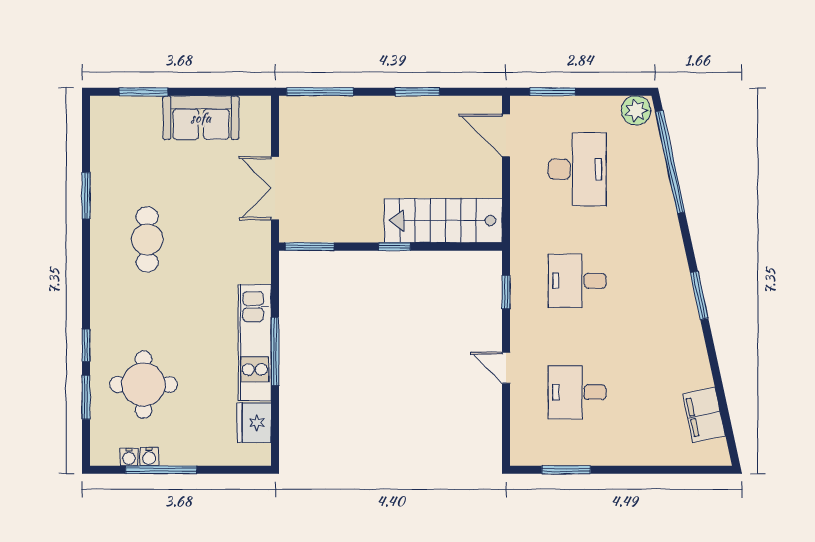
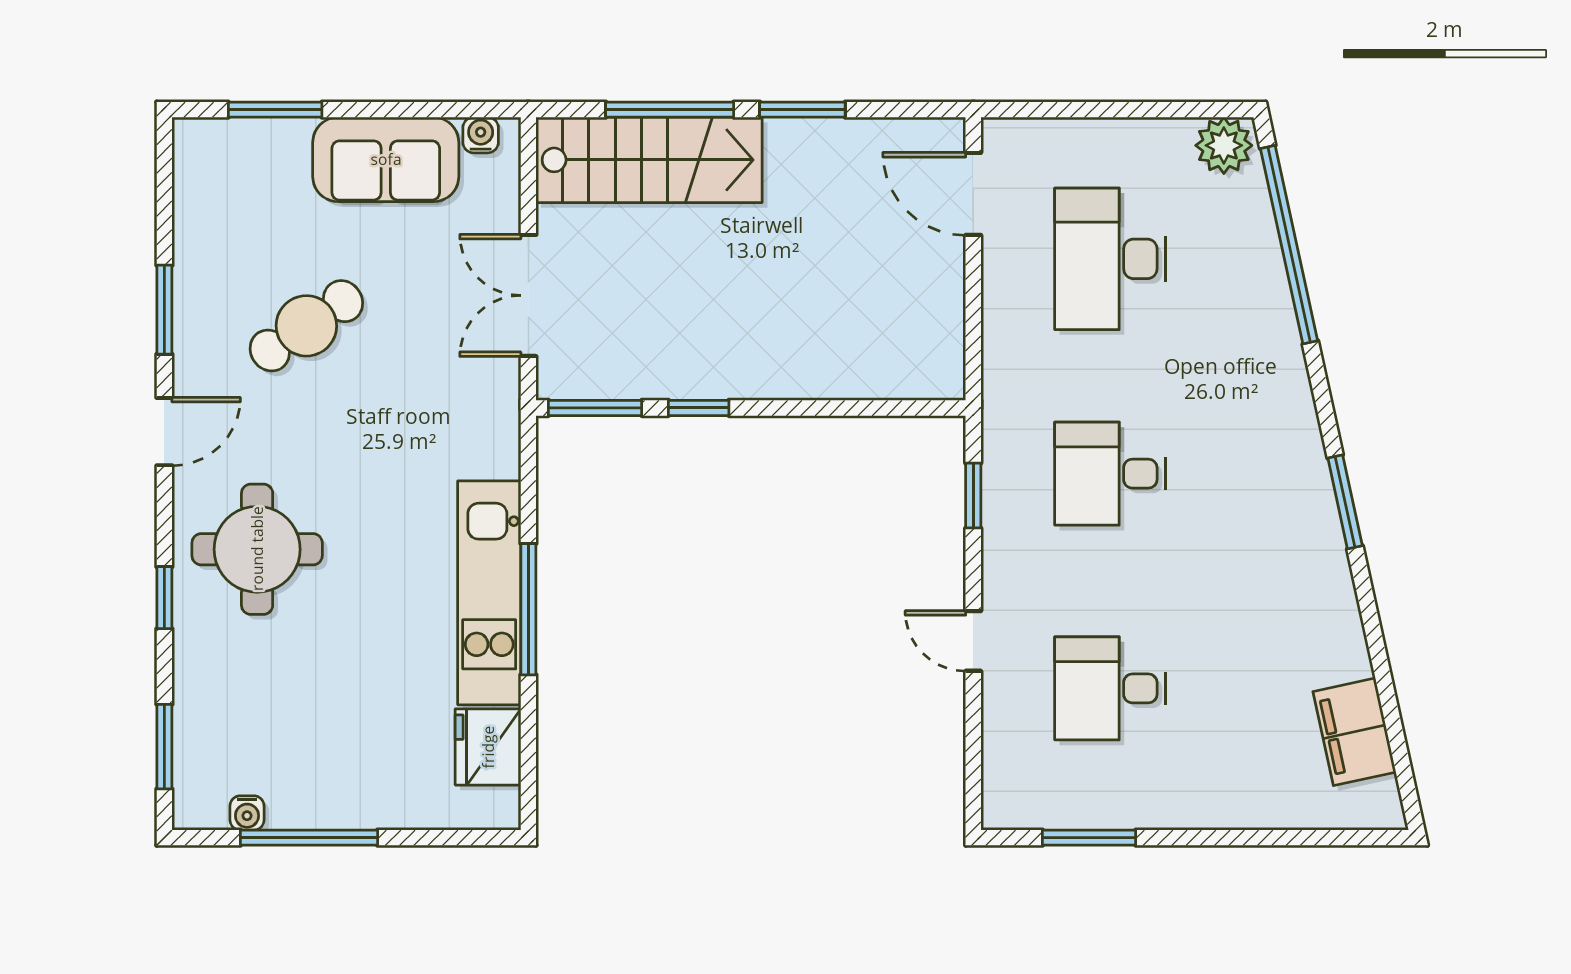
window: (320, 92) -> (670, 110), moved
window: (552, 92) -> (1063, 110), removed
desk: (577, 169) -> (1110, 259), turned 180
stairs: (443, 221) -> (649, 160), moved, turned 180
cafe table: (147, 239) -> (306, 326), moved, turned 56
window: (394, 247) -> (699, 408), moved
door: (86, 259) -> (164, 432), added
round table: (144, 385) -> (257, 549), moved
window: (86, 397) -> (164, 747), moved
water cooler: (149, 457) -> (481, 135), moved, turned 180

